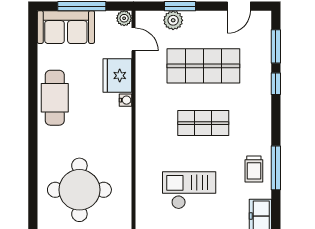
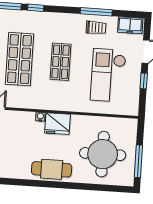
fridge: (117, 76) -> (58, 124), moved
cafe table: (55, 98) -> (52, 169), moved
checkout: (189, 190) -> (108, 75), width x1.36, depth x1.21

